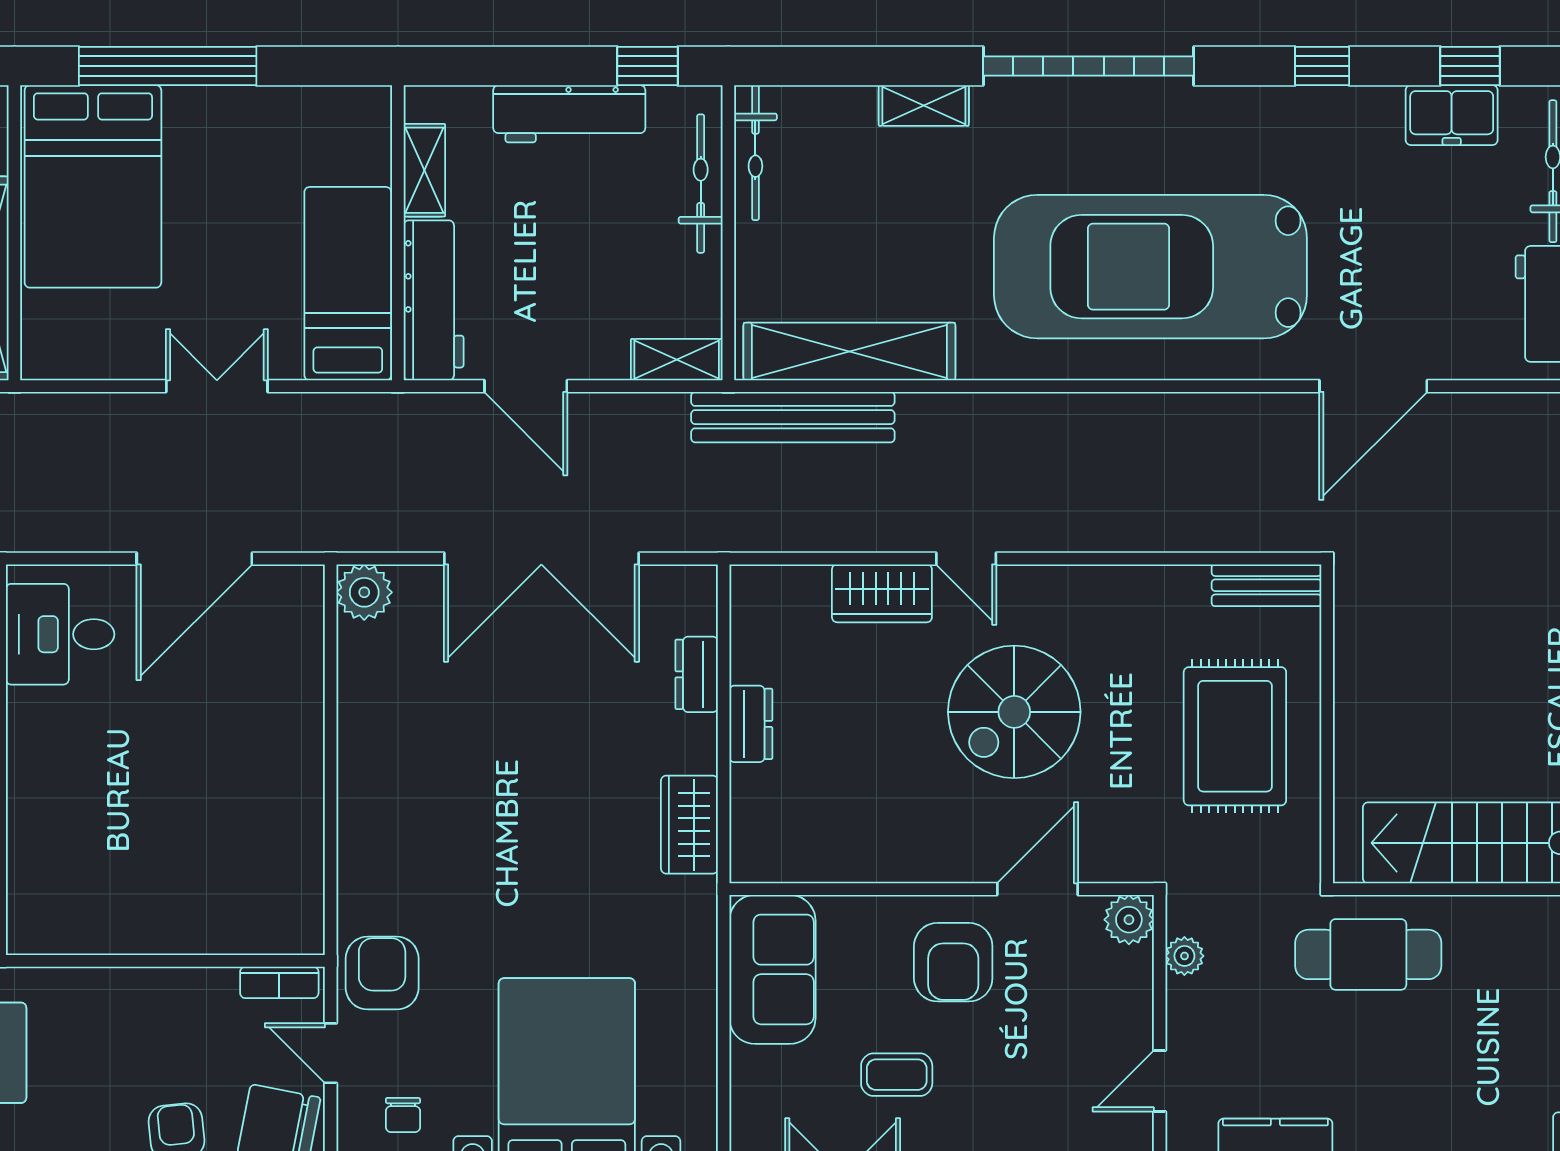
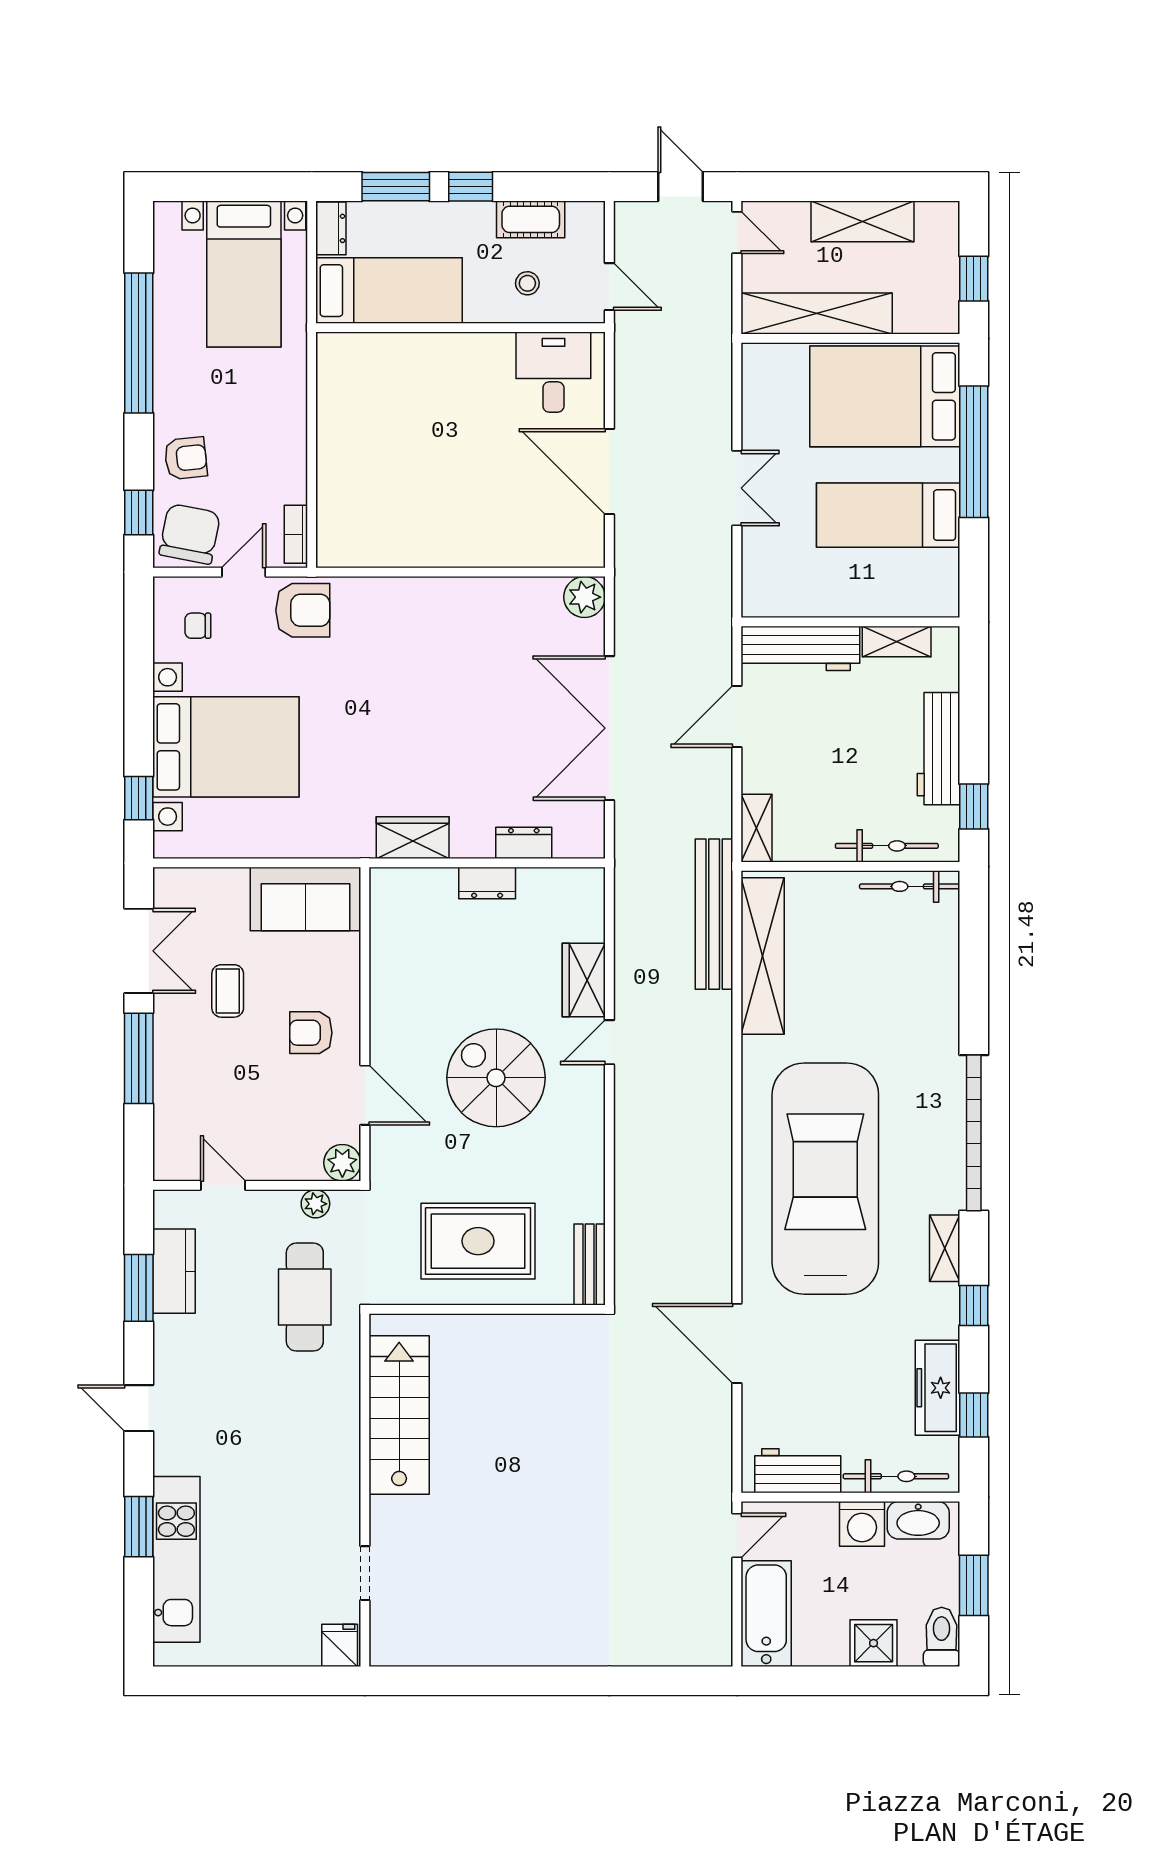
shelving: (924, 105) -> (945, 1248), moved
freezer: (1452, 115) -> (937, 1388), width x1.40
bed: (348, 284) -> (888, 515), moved, turned 180
cafe table: (1368, 954) -> (305, 1297), moved
armchair: (953, 962) -> (311, 1033), width x0.72, depth x0.72

